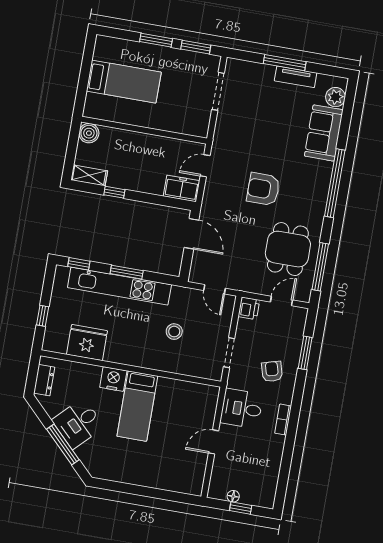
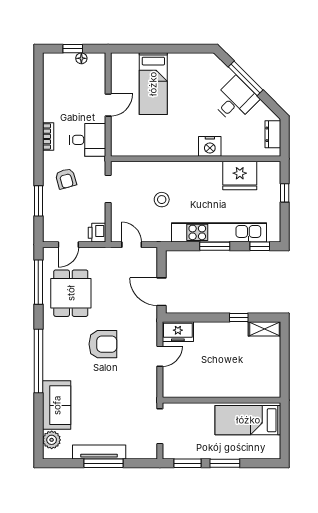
tv unit: (296, 77) -> (99, 452), width x1.41
wall: (144, 130) -> (221, 400), moved
boiler: (89, 133) -> (271, 367), removed
bed: (137, 406) -> (153, 84), moved, turned 180

